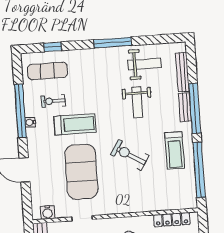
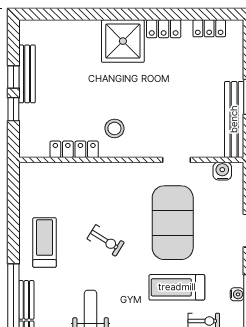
exercise bike: (130, 155) -> (106, 241), width x0.73, depth x0.72
window: (199, 170) -> (13, 214), removed
locker: (172, 220) -> (74, 149), moved

